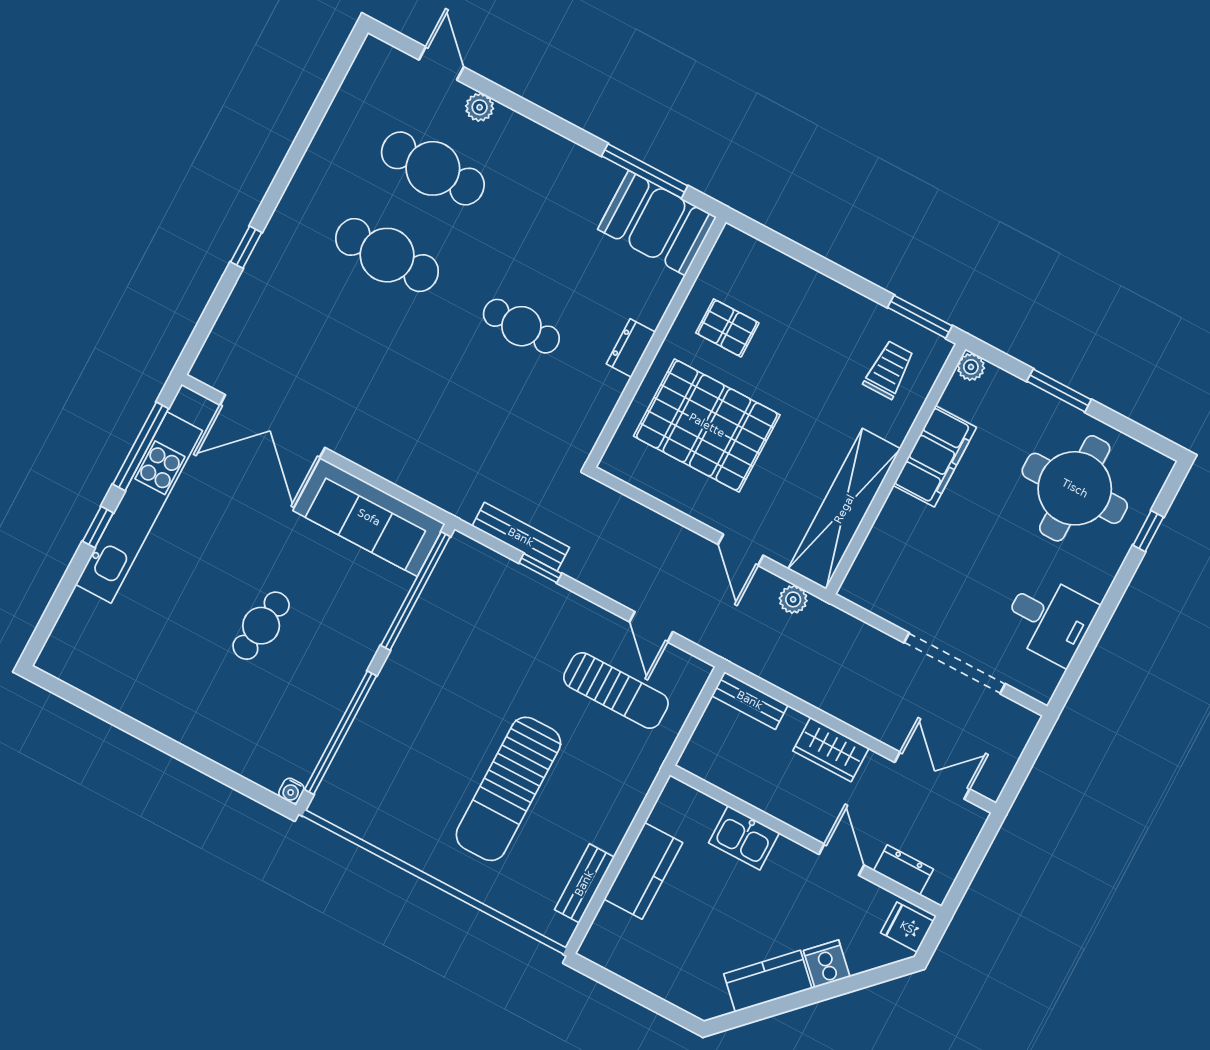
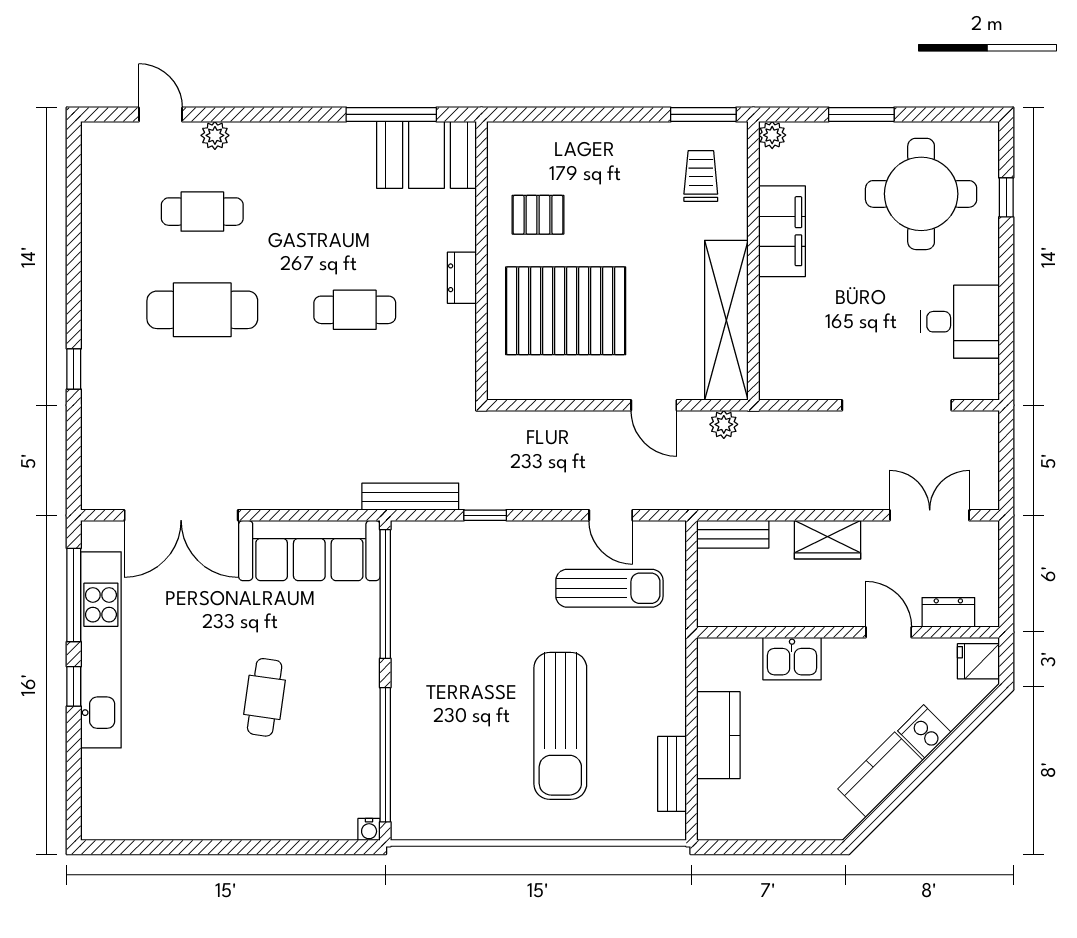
cafe table: (433, 168) -> (202, 212), width x0.73, depth x0.74
bench: (521, 537) -> (410, 497), moved

